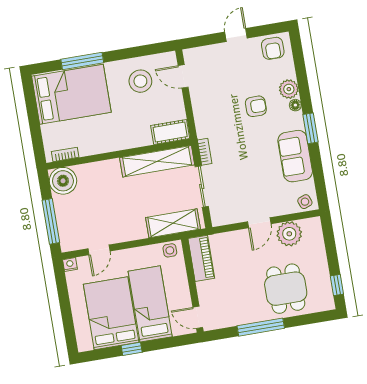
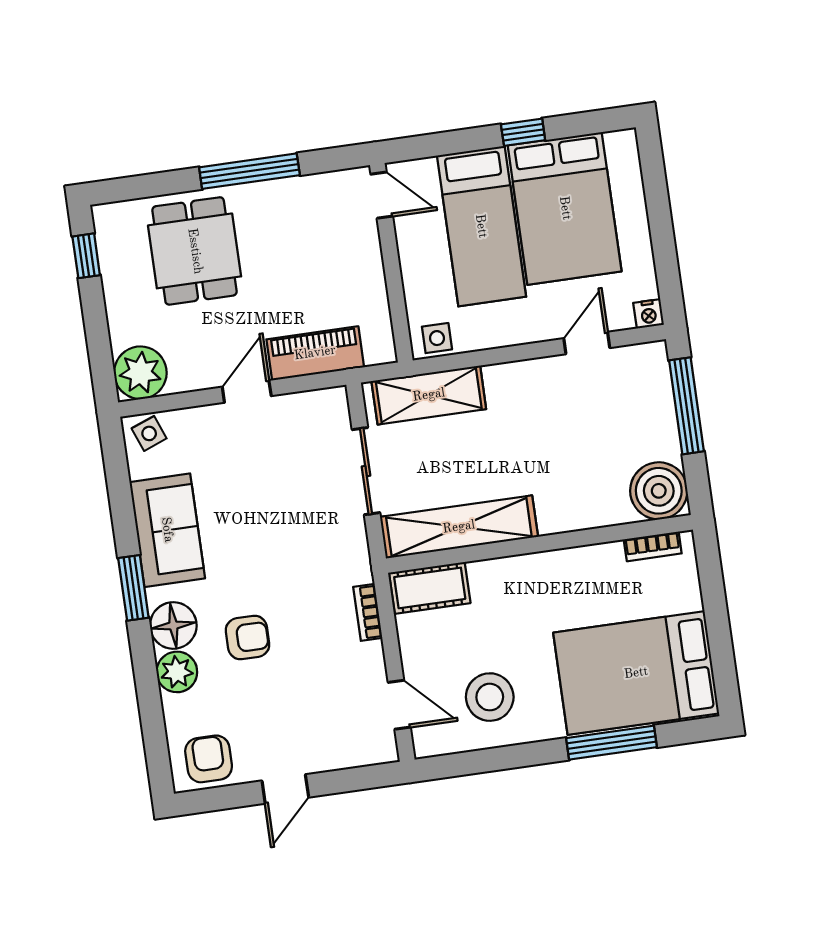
floor lamp: (295, 105) -> (173, 625), width x1.89, depth x1.89
armchair: (256, 106) -> (247, 638), turned 180
bookcase: (205, 152) -> (368, 612), moved
plant: (289, 234) -> (140, 373), moved
piano: (201, 258) -> (315, 353), moved, turned 90

